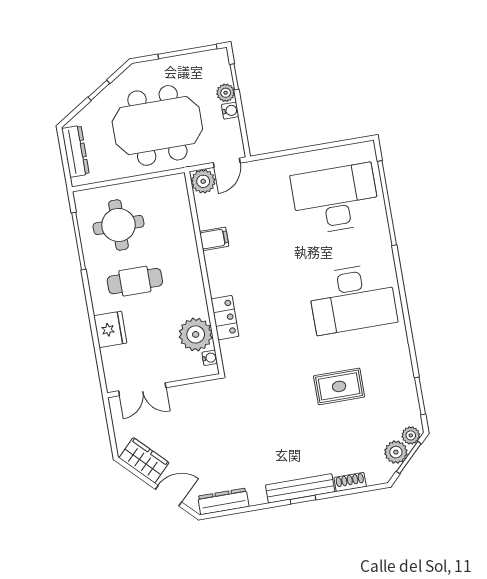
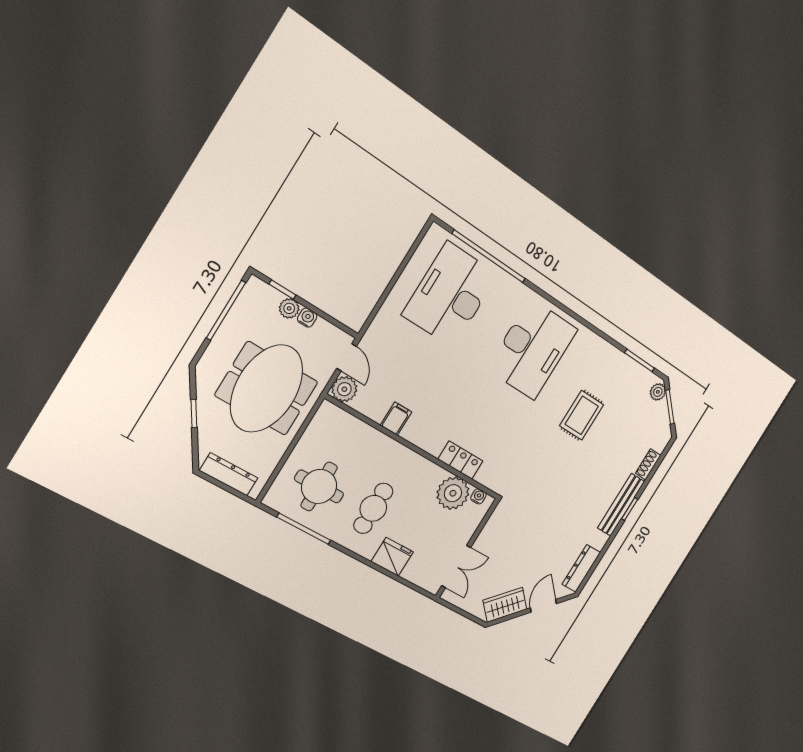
plant: (396, 452) -> (659, 413), removed

